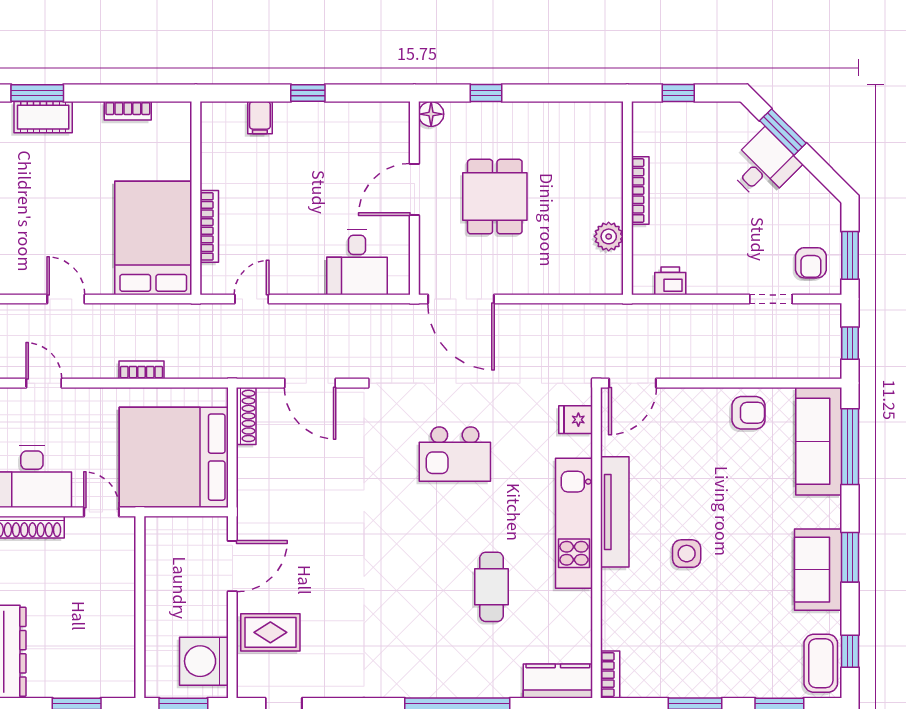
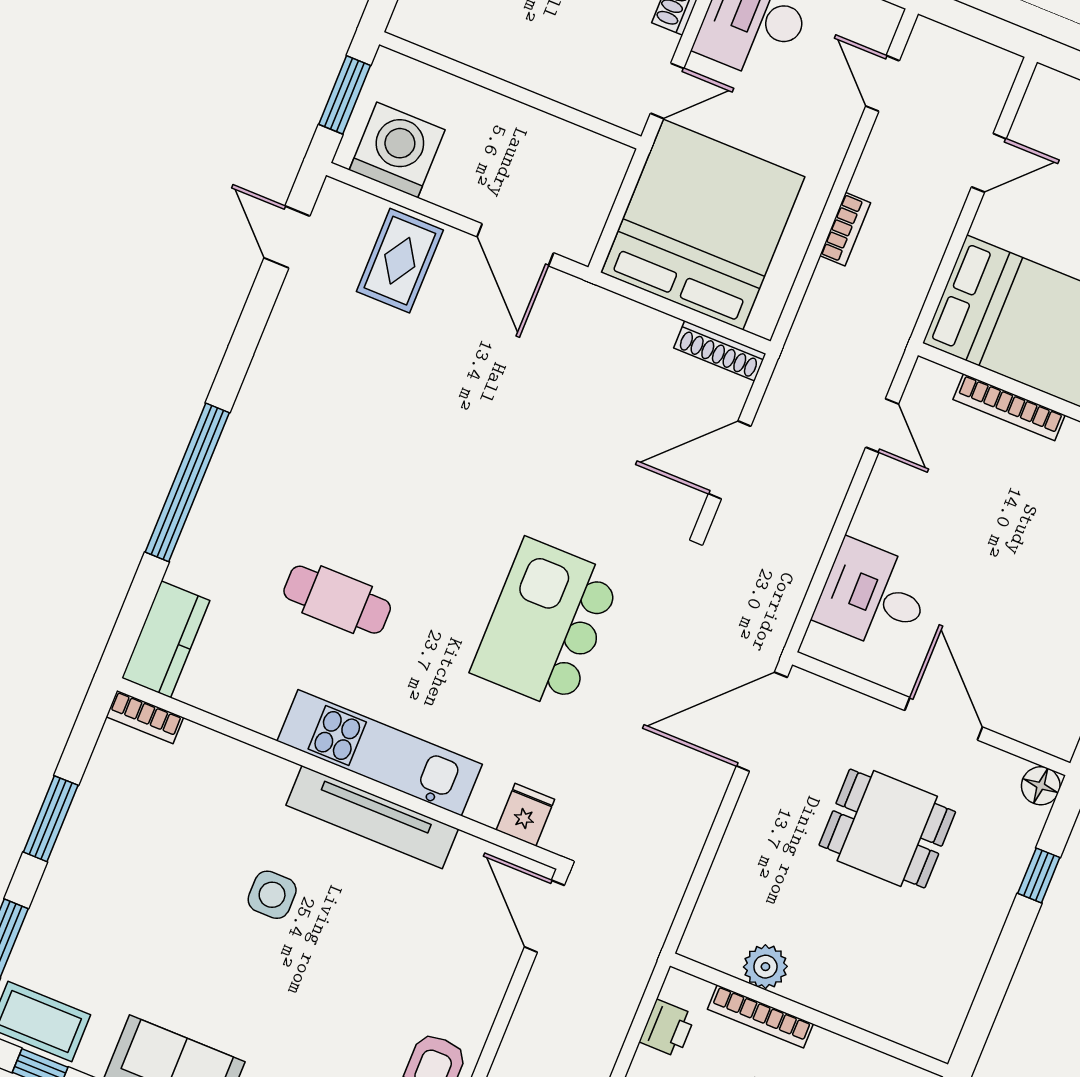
bookcase: (640, 191) -> (760, 1016), moved
door: (44, 383) -> (883, 83), swing flipped
kitchen island: (455, 454) -> (546, 624), width x1.37, depth x1.28

